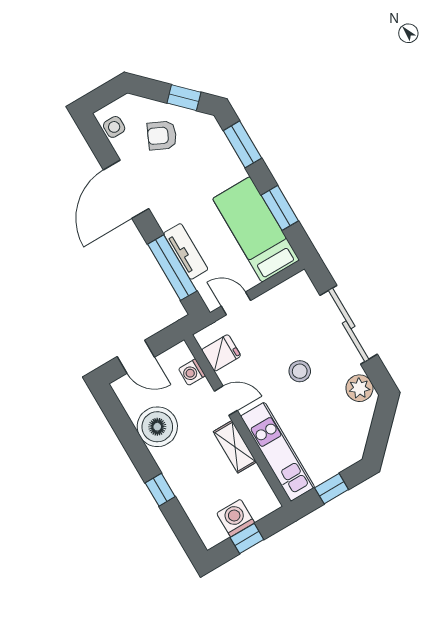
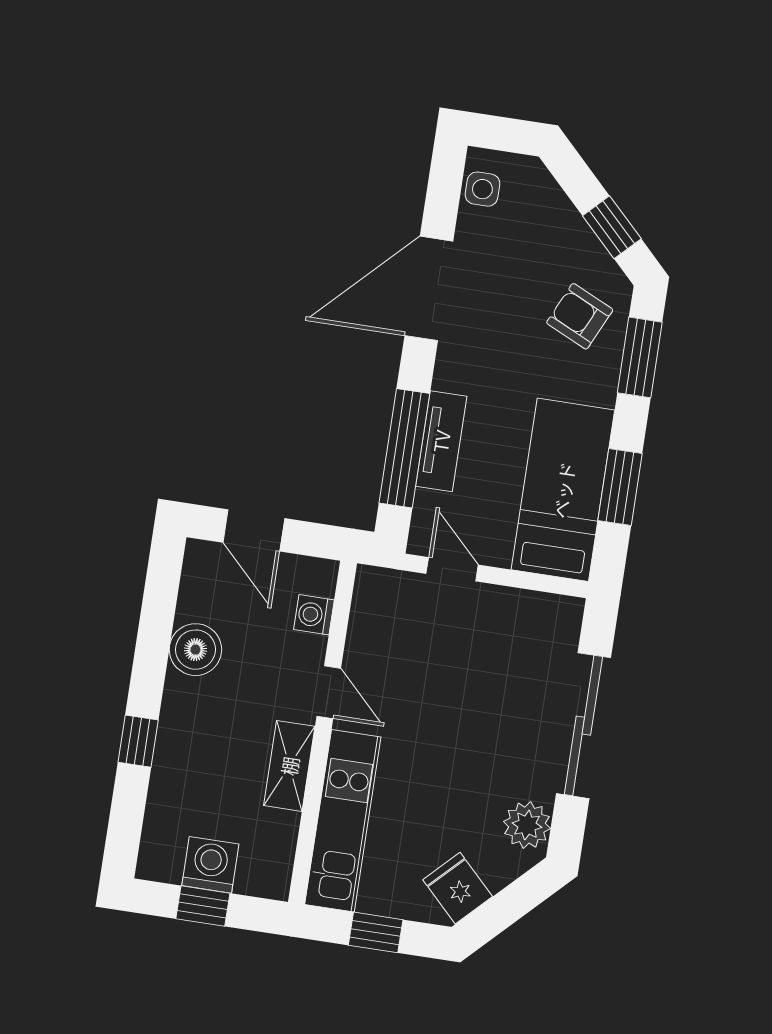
armchair: (162, 135) -> (580, 316), moved
fridge: (221, 353) -> (458, 888), moved, turned -135
stool: (300, 371) -> (464, 735), removed
boiler: (157, 427) -> (195, 650), width x0.73, depth x0.73

